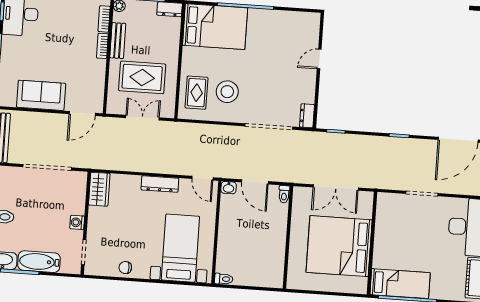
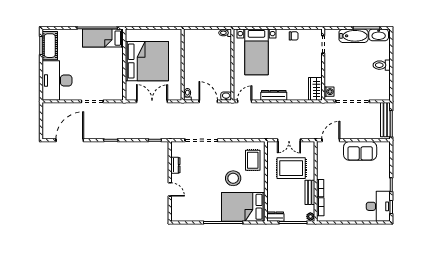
door: (319, 59) -> (170, 189), hinge flipped
stool: (227, 92) -> (233, 178), moved
dresser: (307, 116) -> (175, 165), moved
door: (202, 178) -> (245, 101), hinge flipped
washing machine: (77, 222) -> (329, 92), moved

